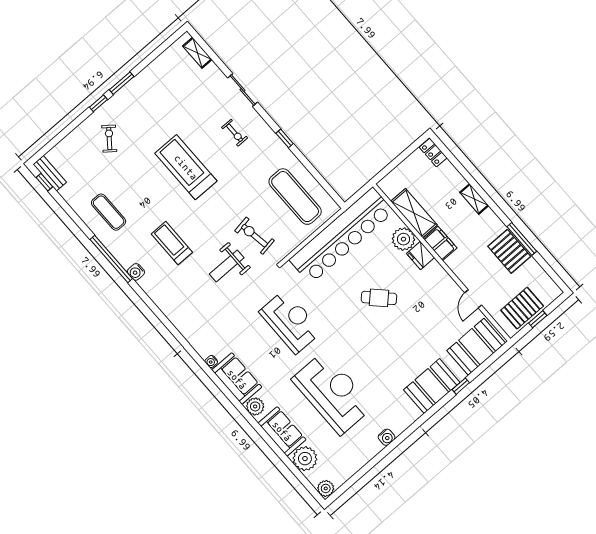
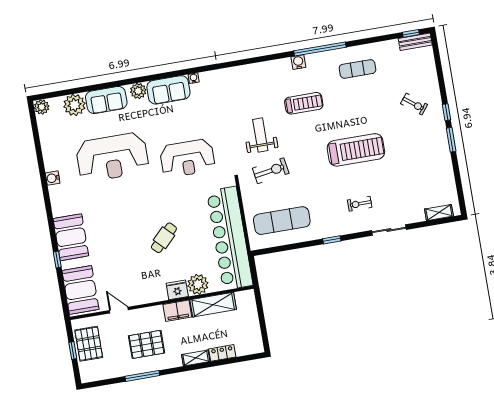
locker: (433, 152) -> (222, 353), moved
pallet: (509, 251) -> (147, 344), moved

